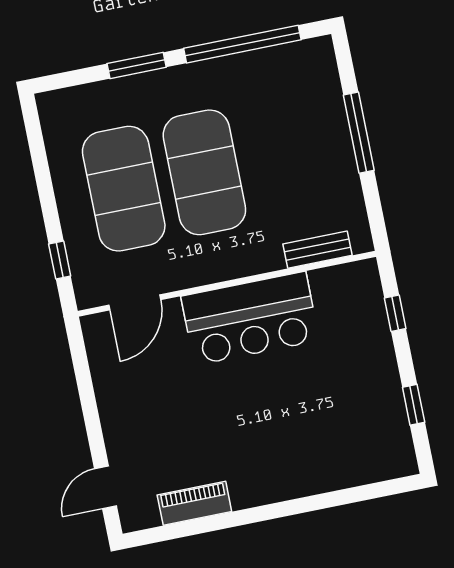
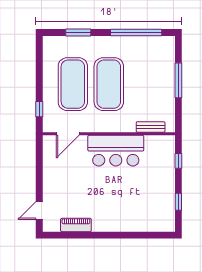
window: (137, 65) -> (78, 32), moved

